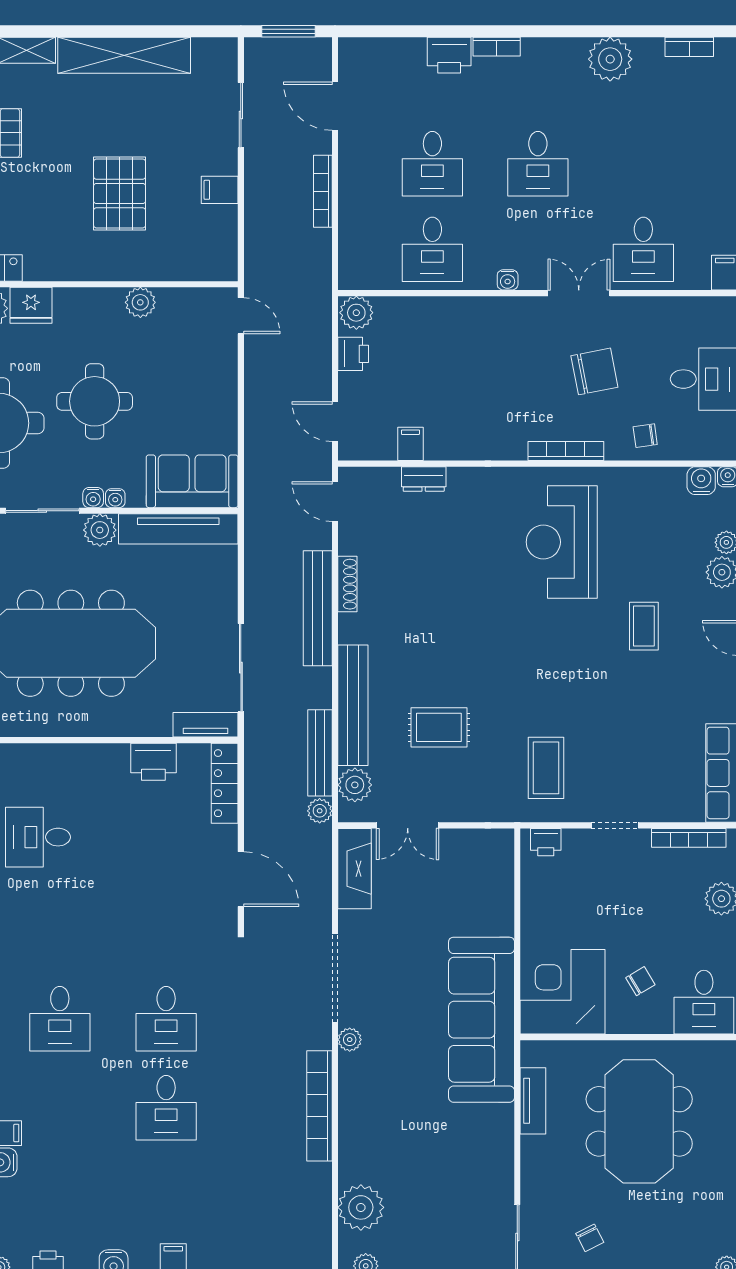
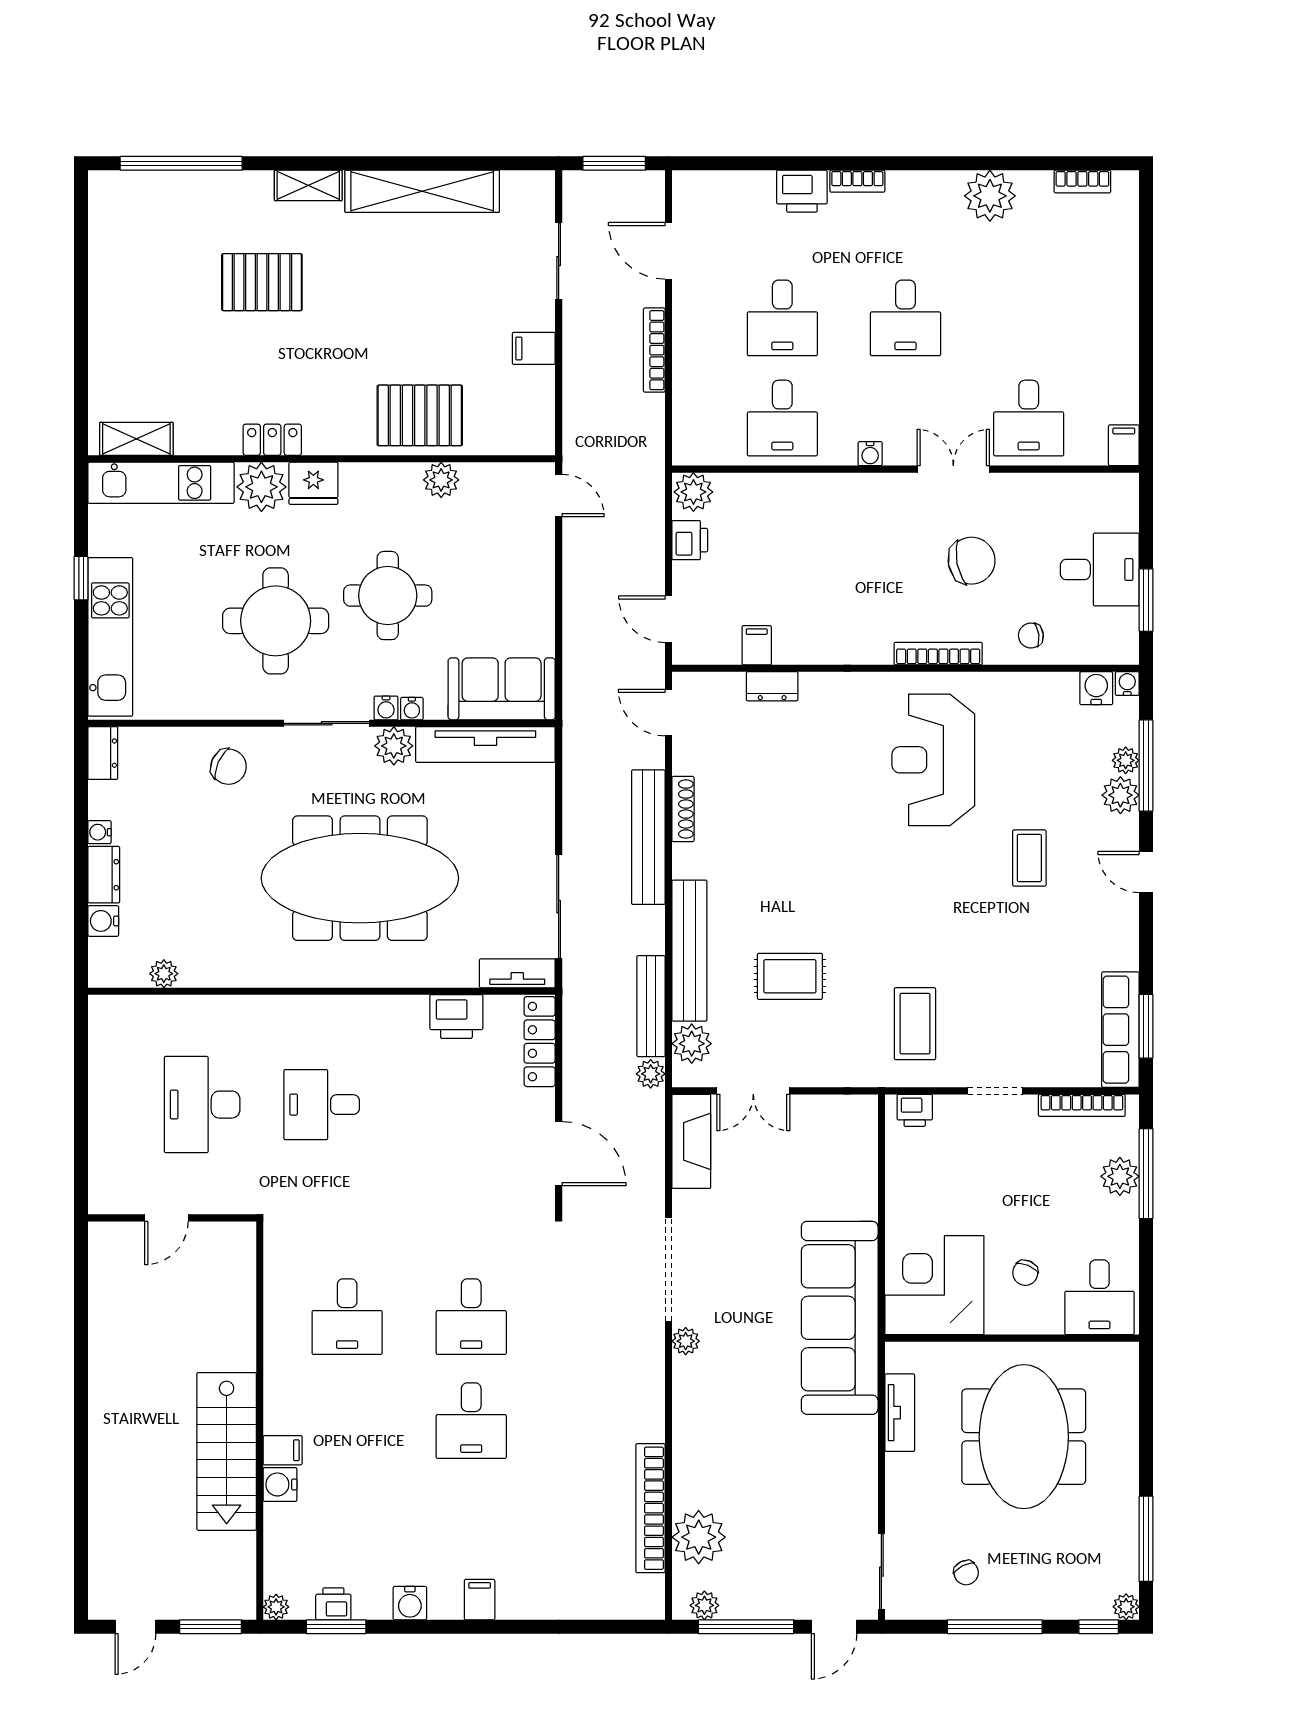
pallet: (120, 193) -> (420, 415), moved, turned 90
chair: (640, 981) -> (1025, 1273), turned 144
bookcase: (319, 1106) -> (650, 1508), moved

